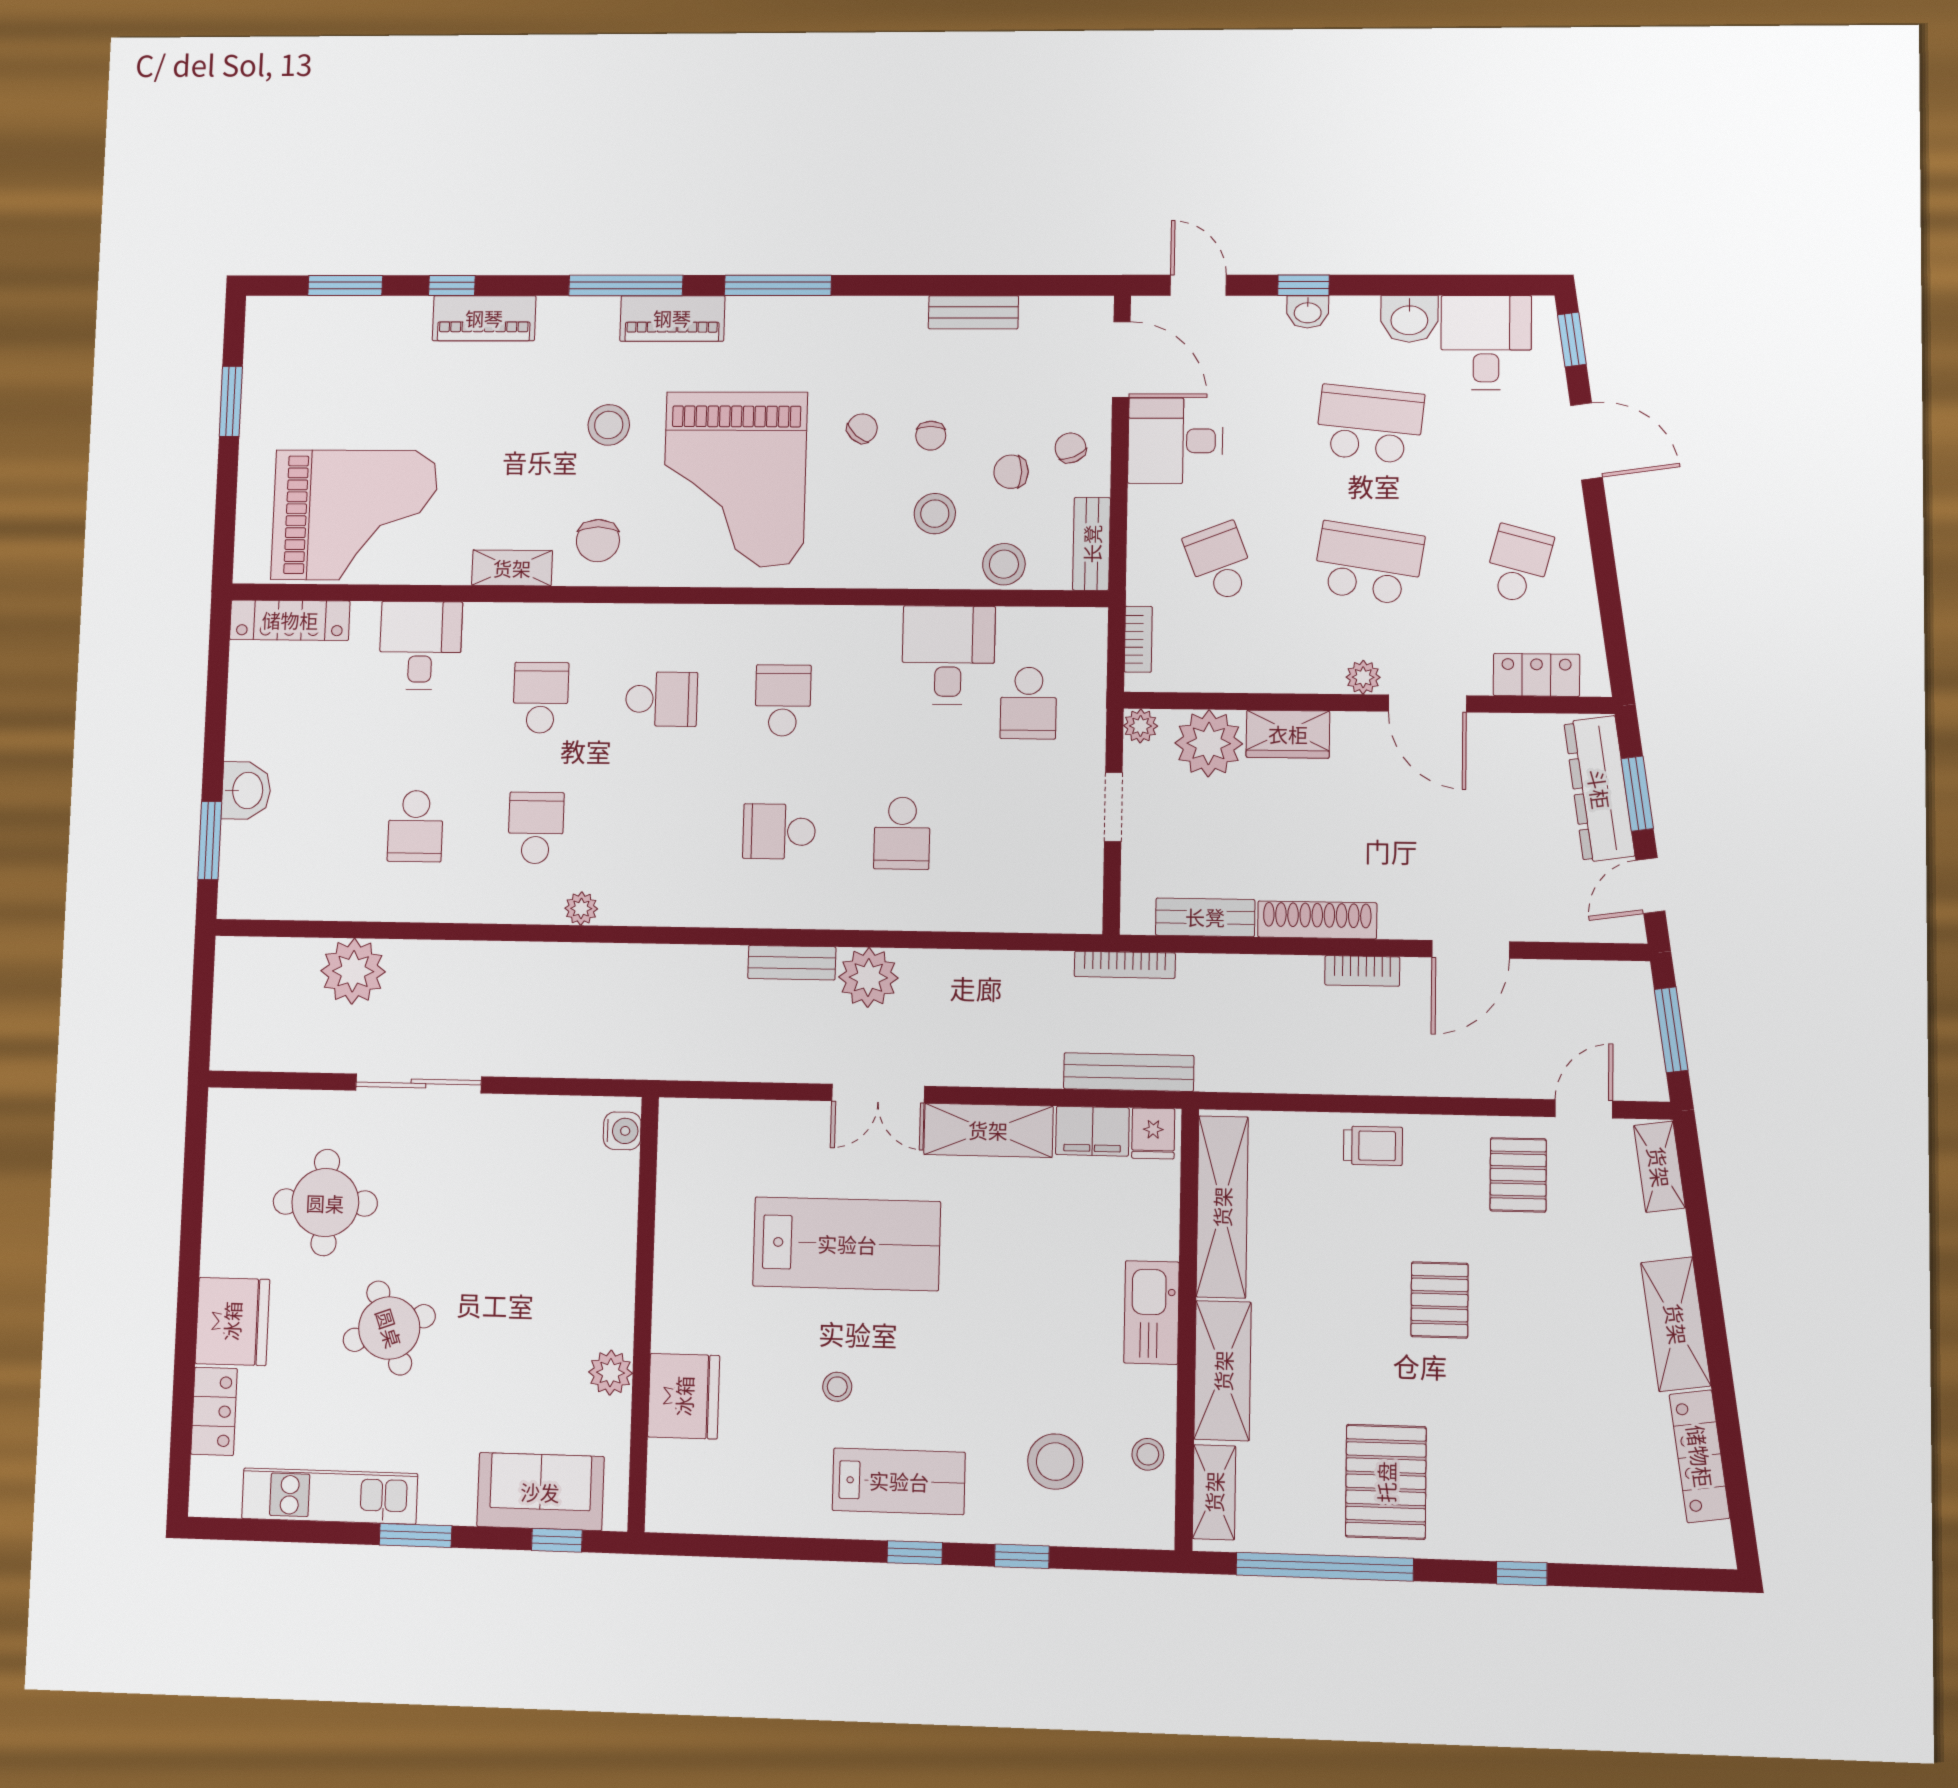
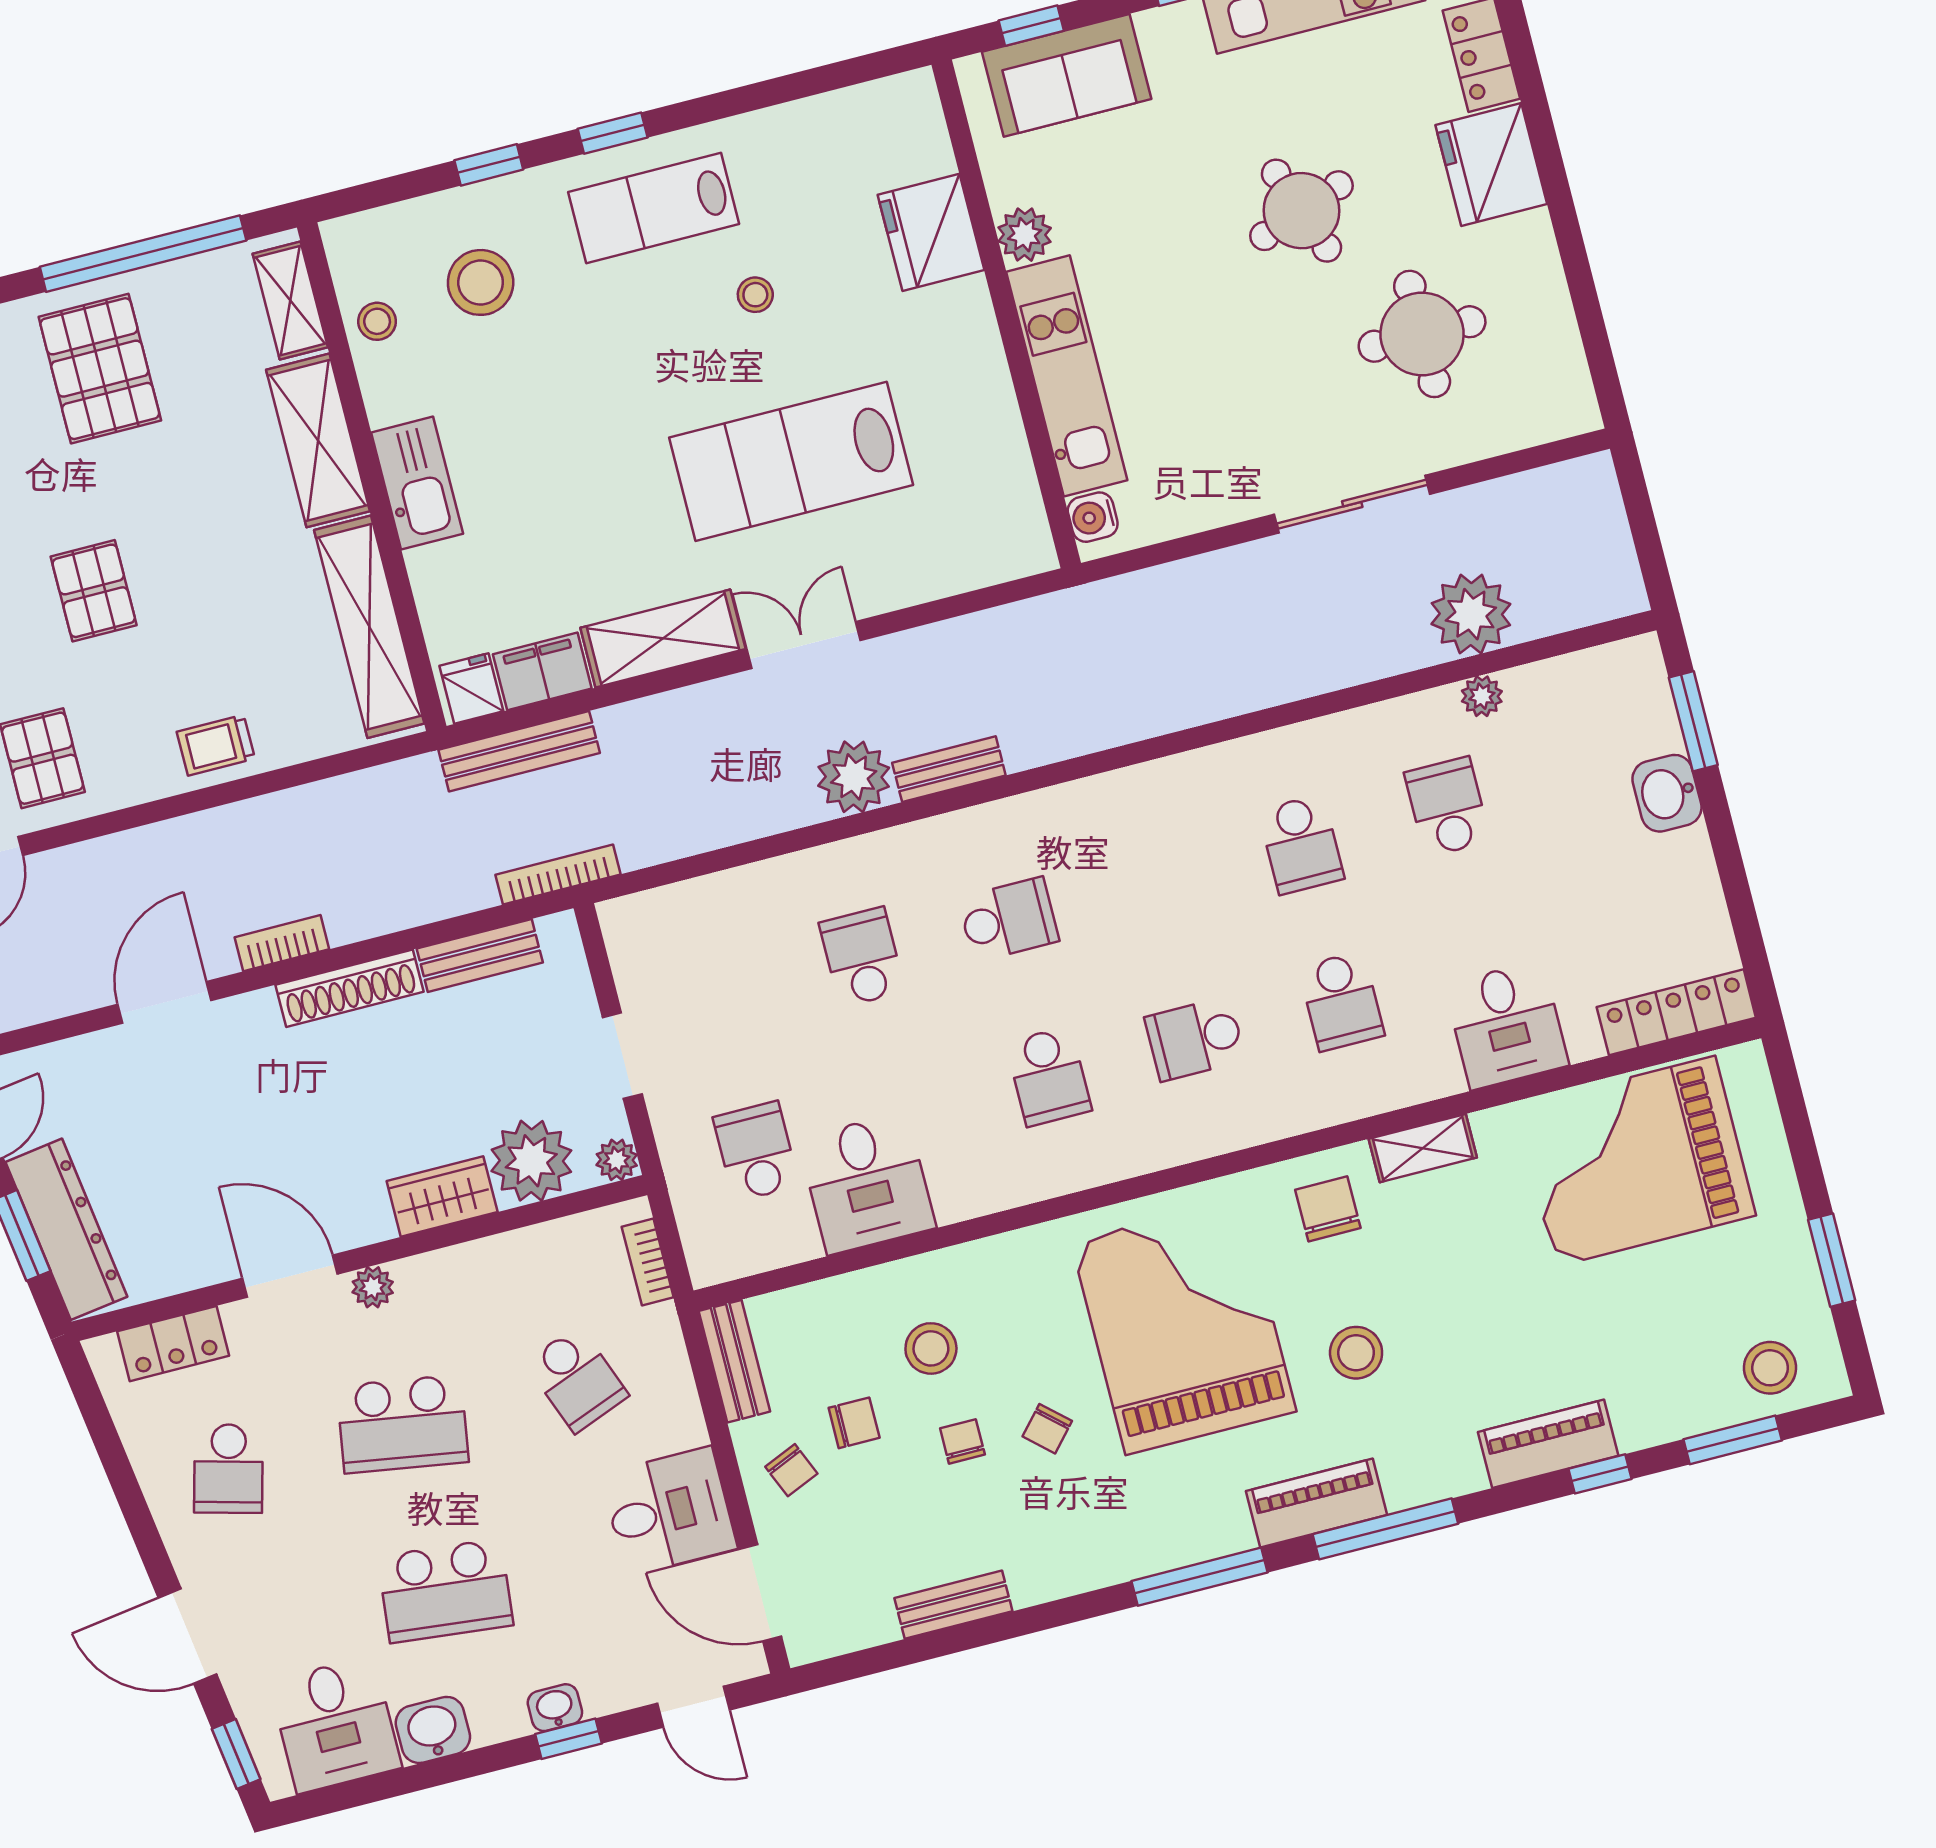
stool: (1004, 564) -> (1770, 1368), moved
plant: (581, 909) -> (1482, 696), moved
kitchen unit: (610, 1249) -> (1067, 376), added

